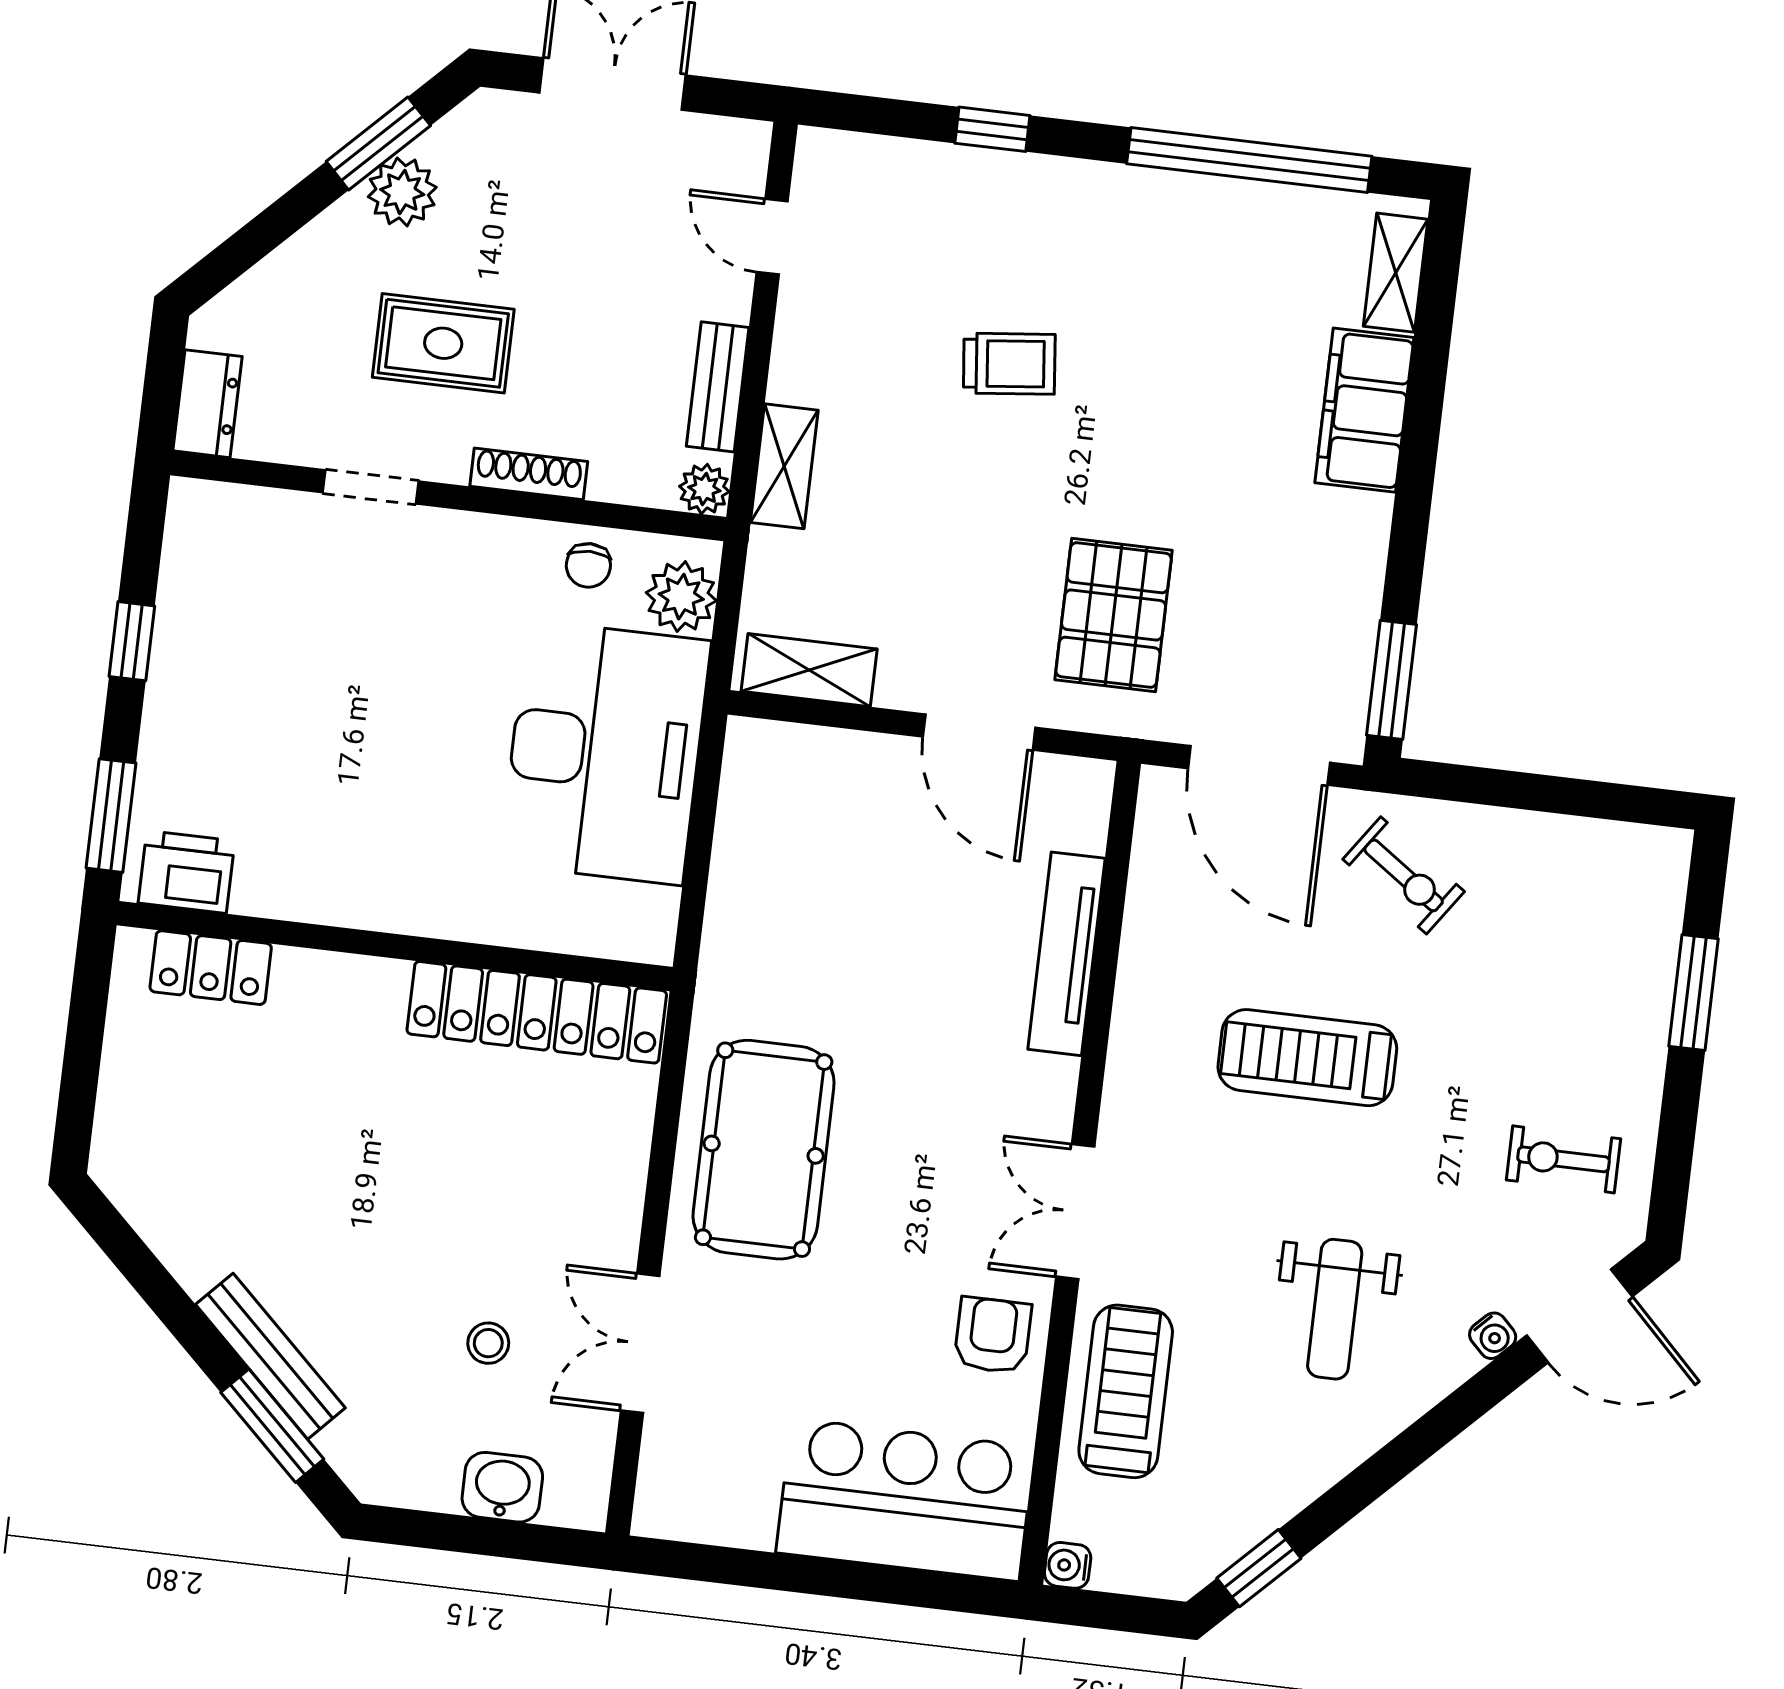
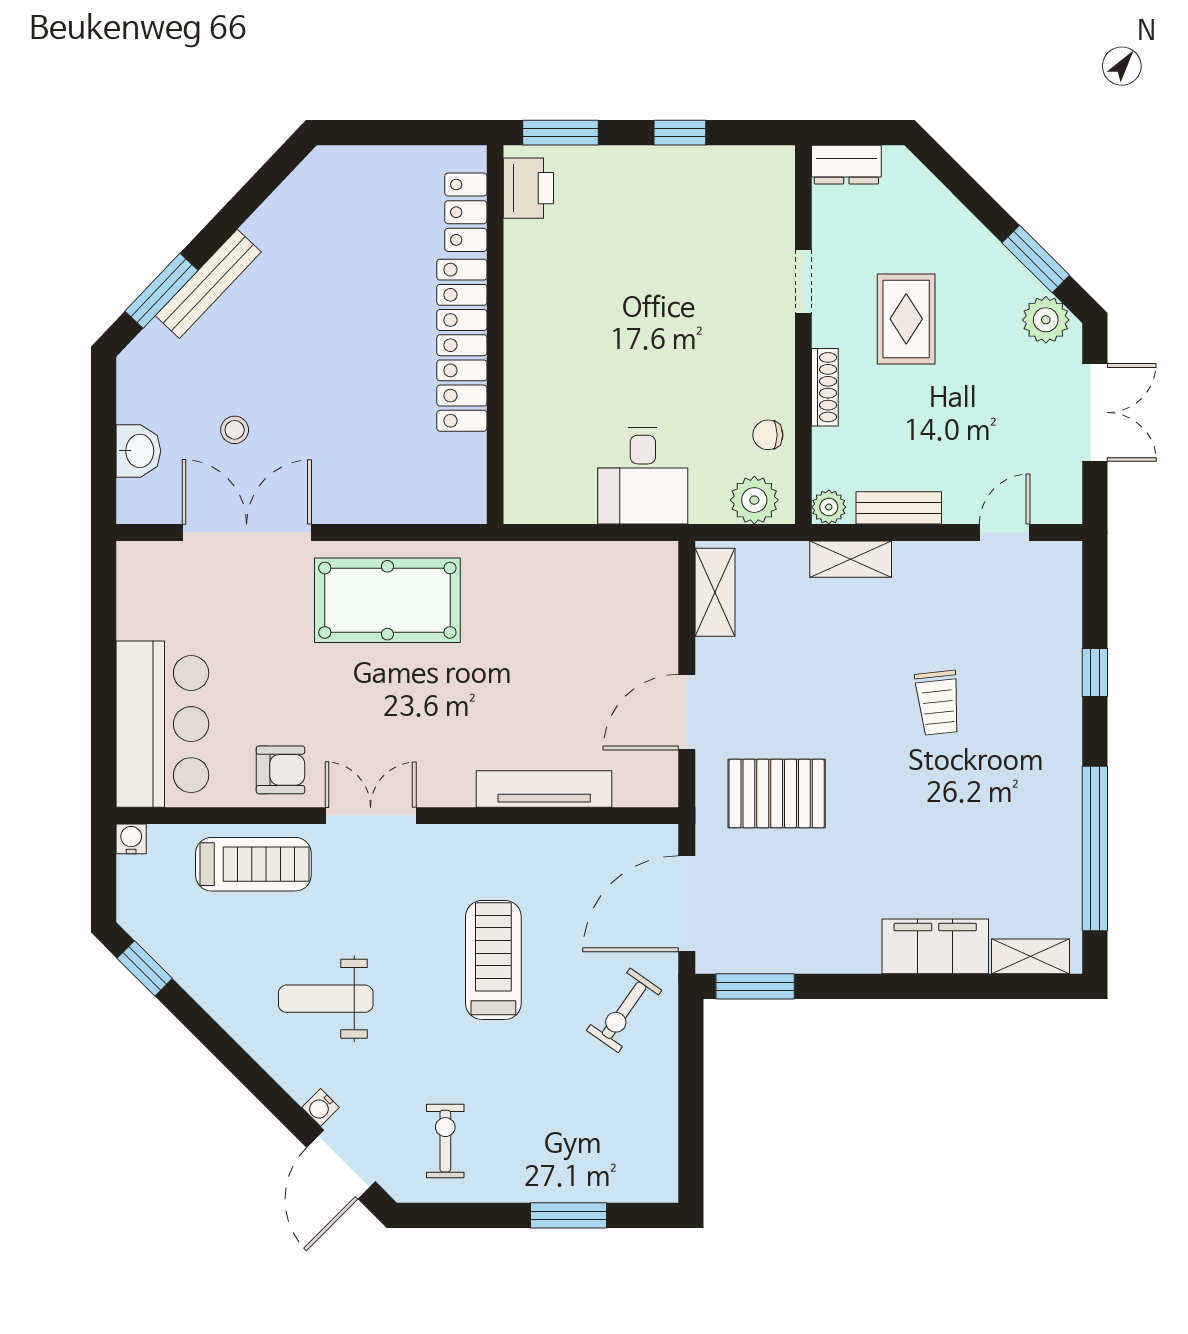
plant: (402, 192) -> (1046, 320), moved
desk: (605, 753) -> (643, 476), width x0.53, depth x0.77
locker: (537, 1012) -> (462, 345), moved
double door: (640, 1343) -> (247, 532), width x1.37

